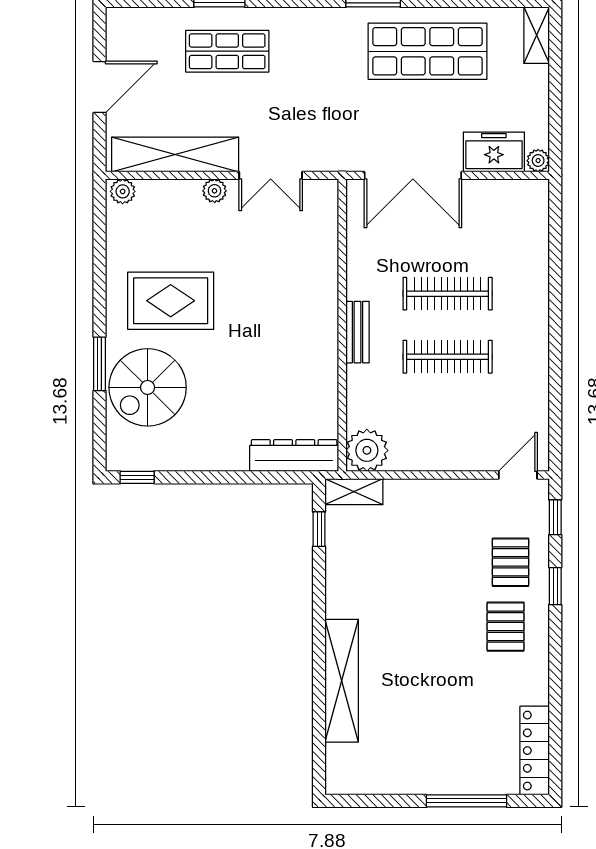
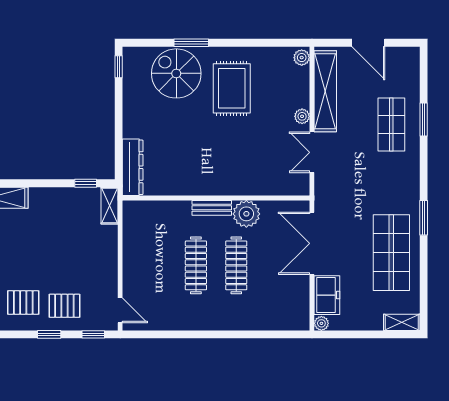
plant: (367, 450) -> (246, 214), moved

